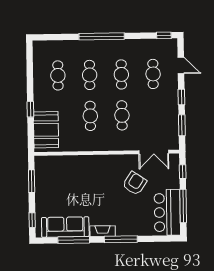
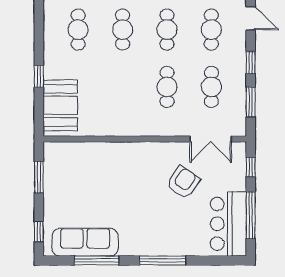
cafe table: (90, 116) -> (211, 87), moved
fireplace: (103, 231) -> (137, 249), removed

